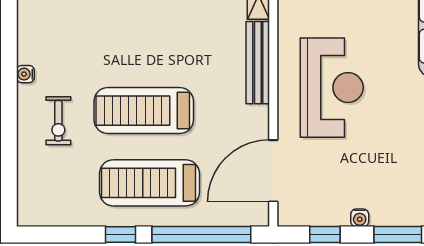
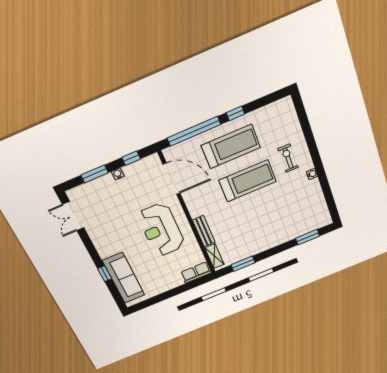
bench: (258, 63) -> (204, 231), width x0.73
door: (273, 171) -> (172, 179), hinge flipped

